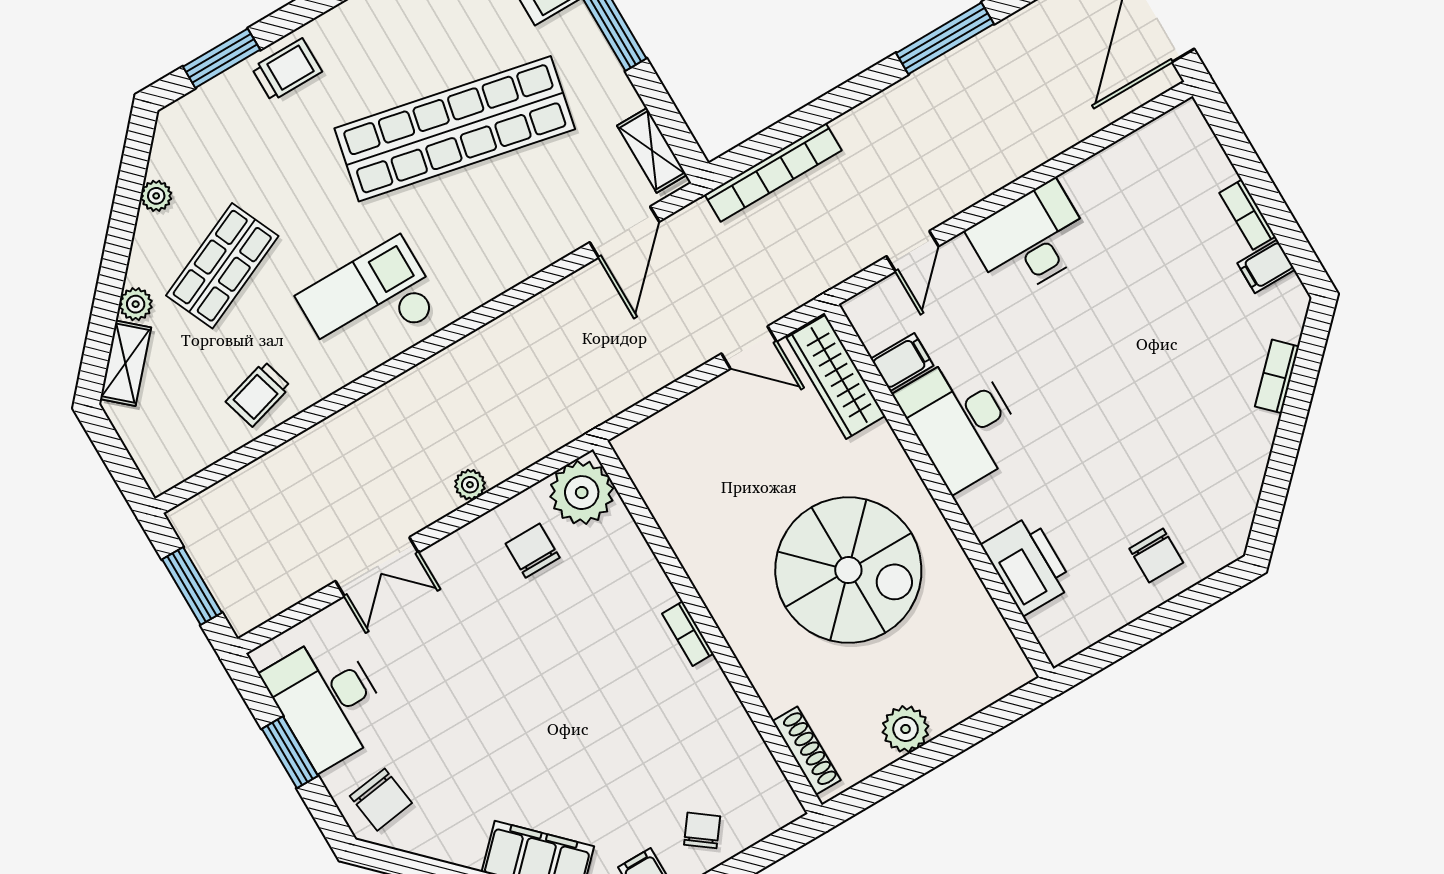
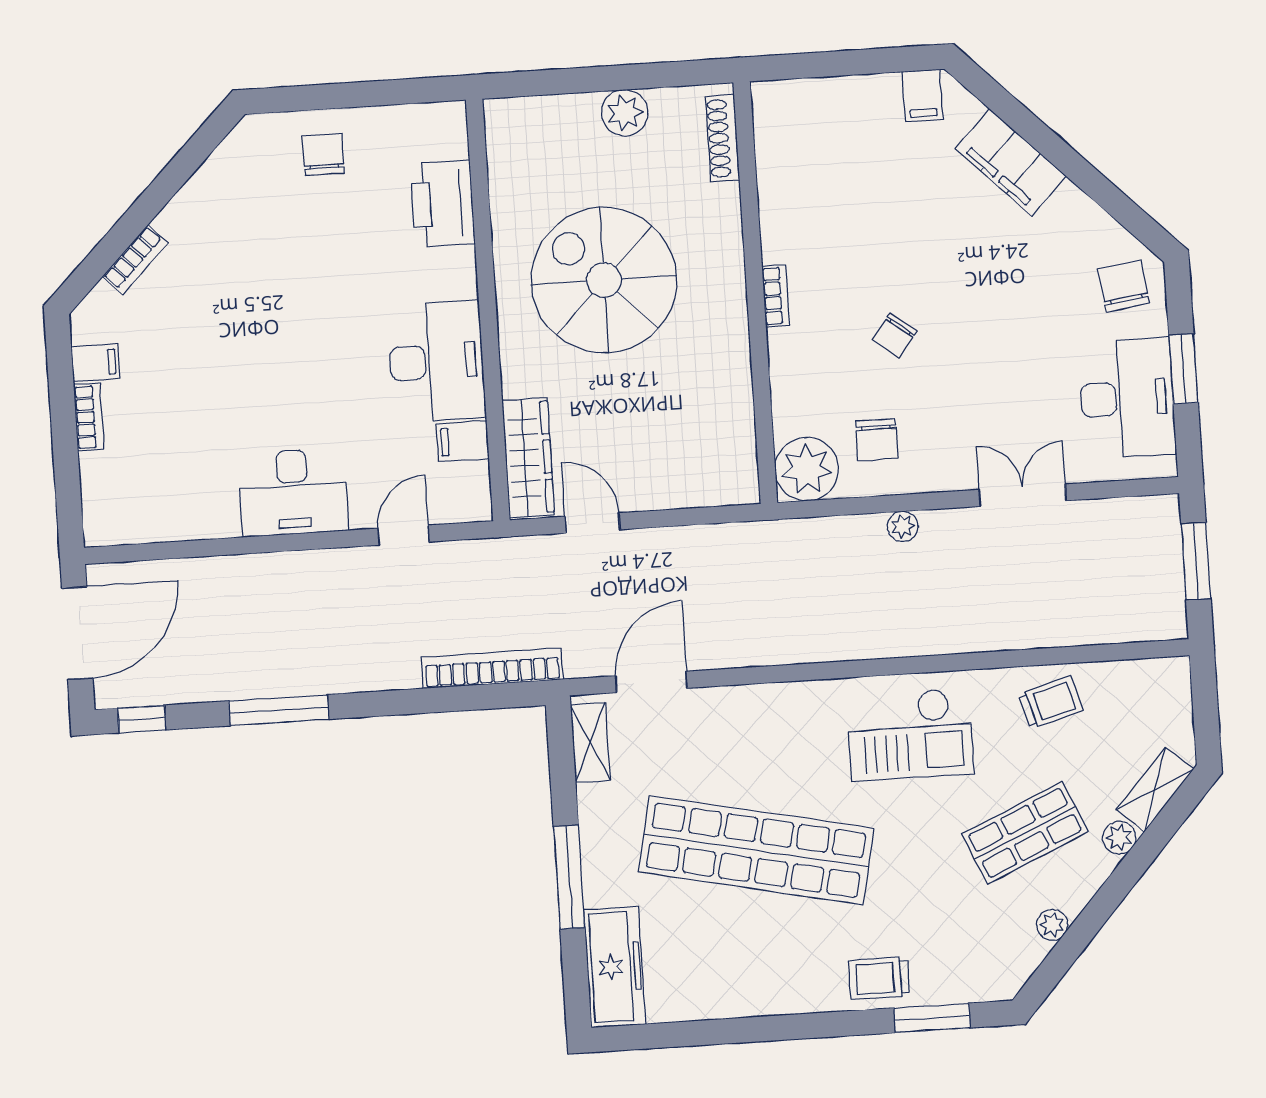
chair: (702, 830) -> (895, 335), moved

